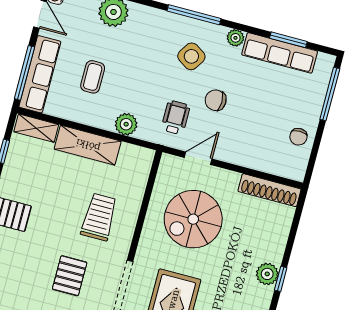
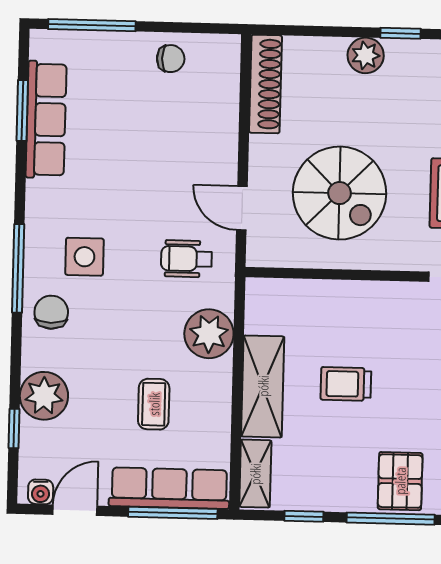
plant: (235, 38) -> (39, 194), removed
side table: (191, 56) -> (84, 257), turned -33
coffee table: (93, 77) -> (154, 404), turned 90
chair: (216, 100) -> (51, 312), moved, turned 180
plant: (126, 124) -> (209, 334), width x1.36, depth x1.36
trolley: (99, 217) -> (346, 384), moved, width x0.73, depth x0.72
plant: (267, 274) -> (366, 55), moved

